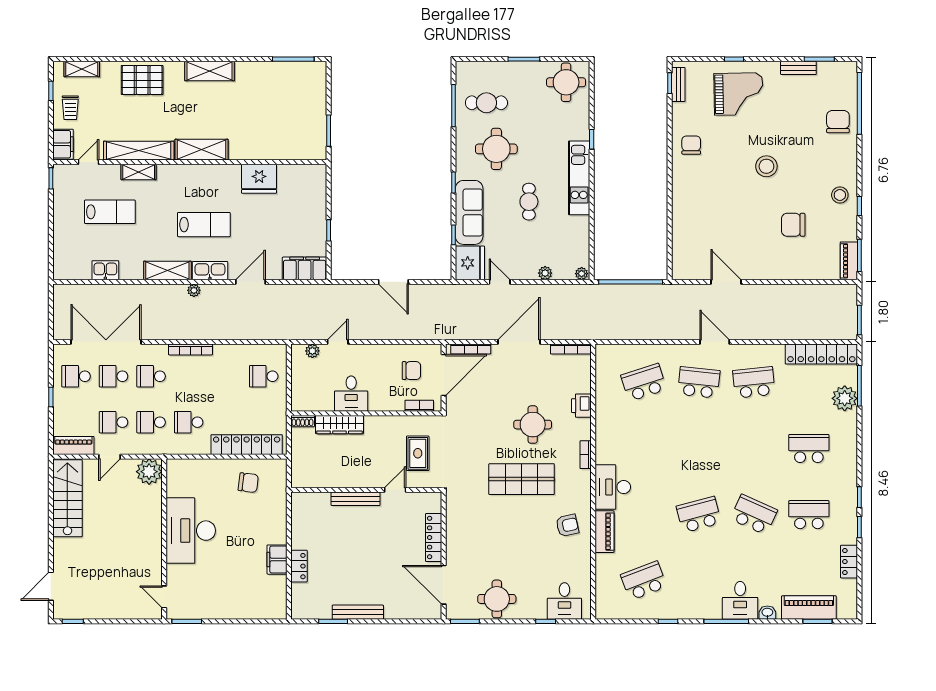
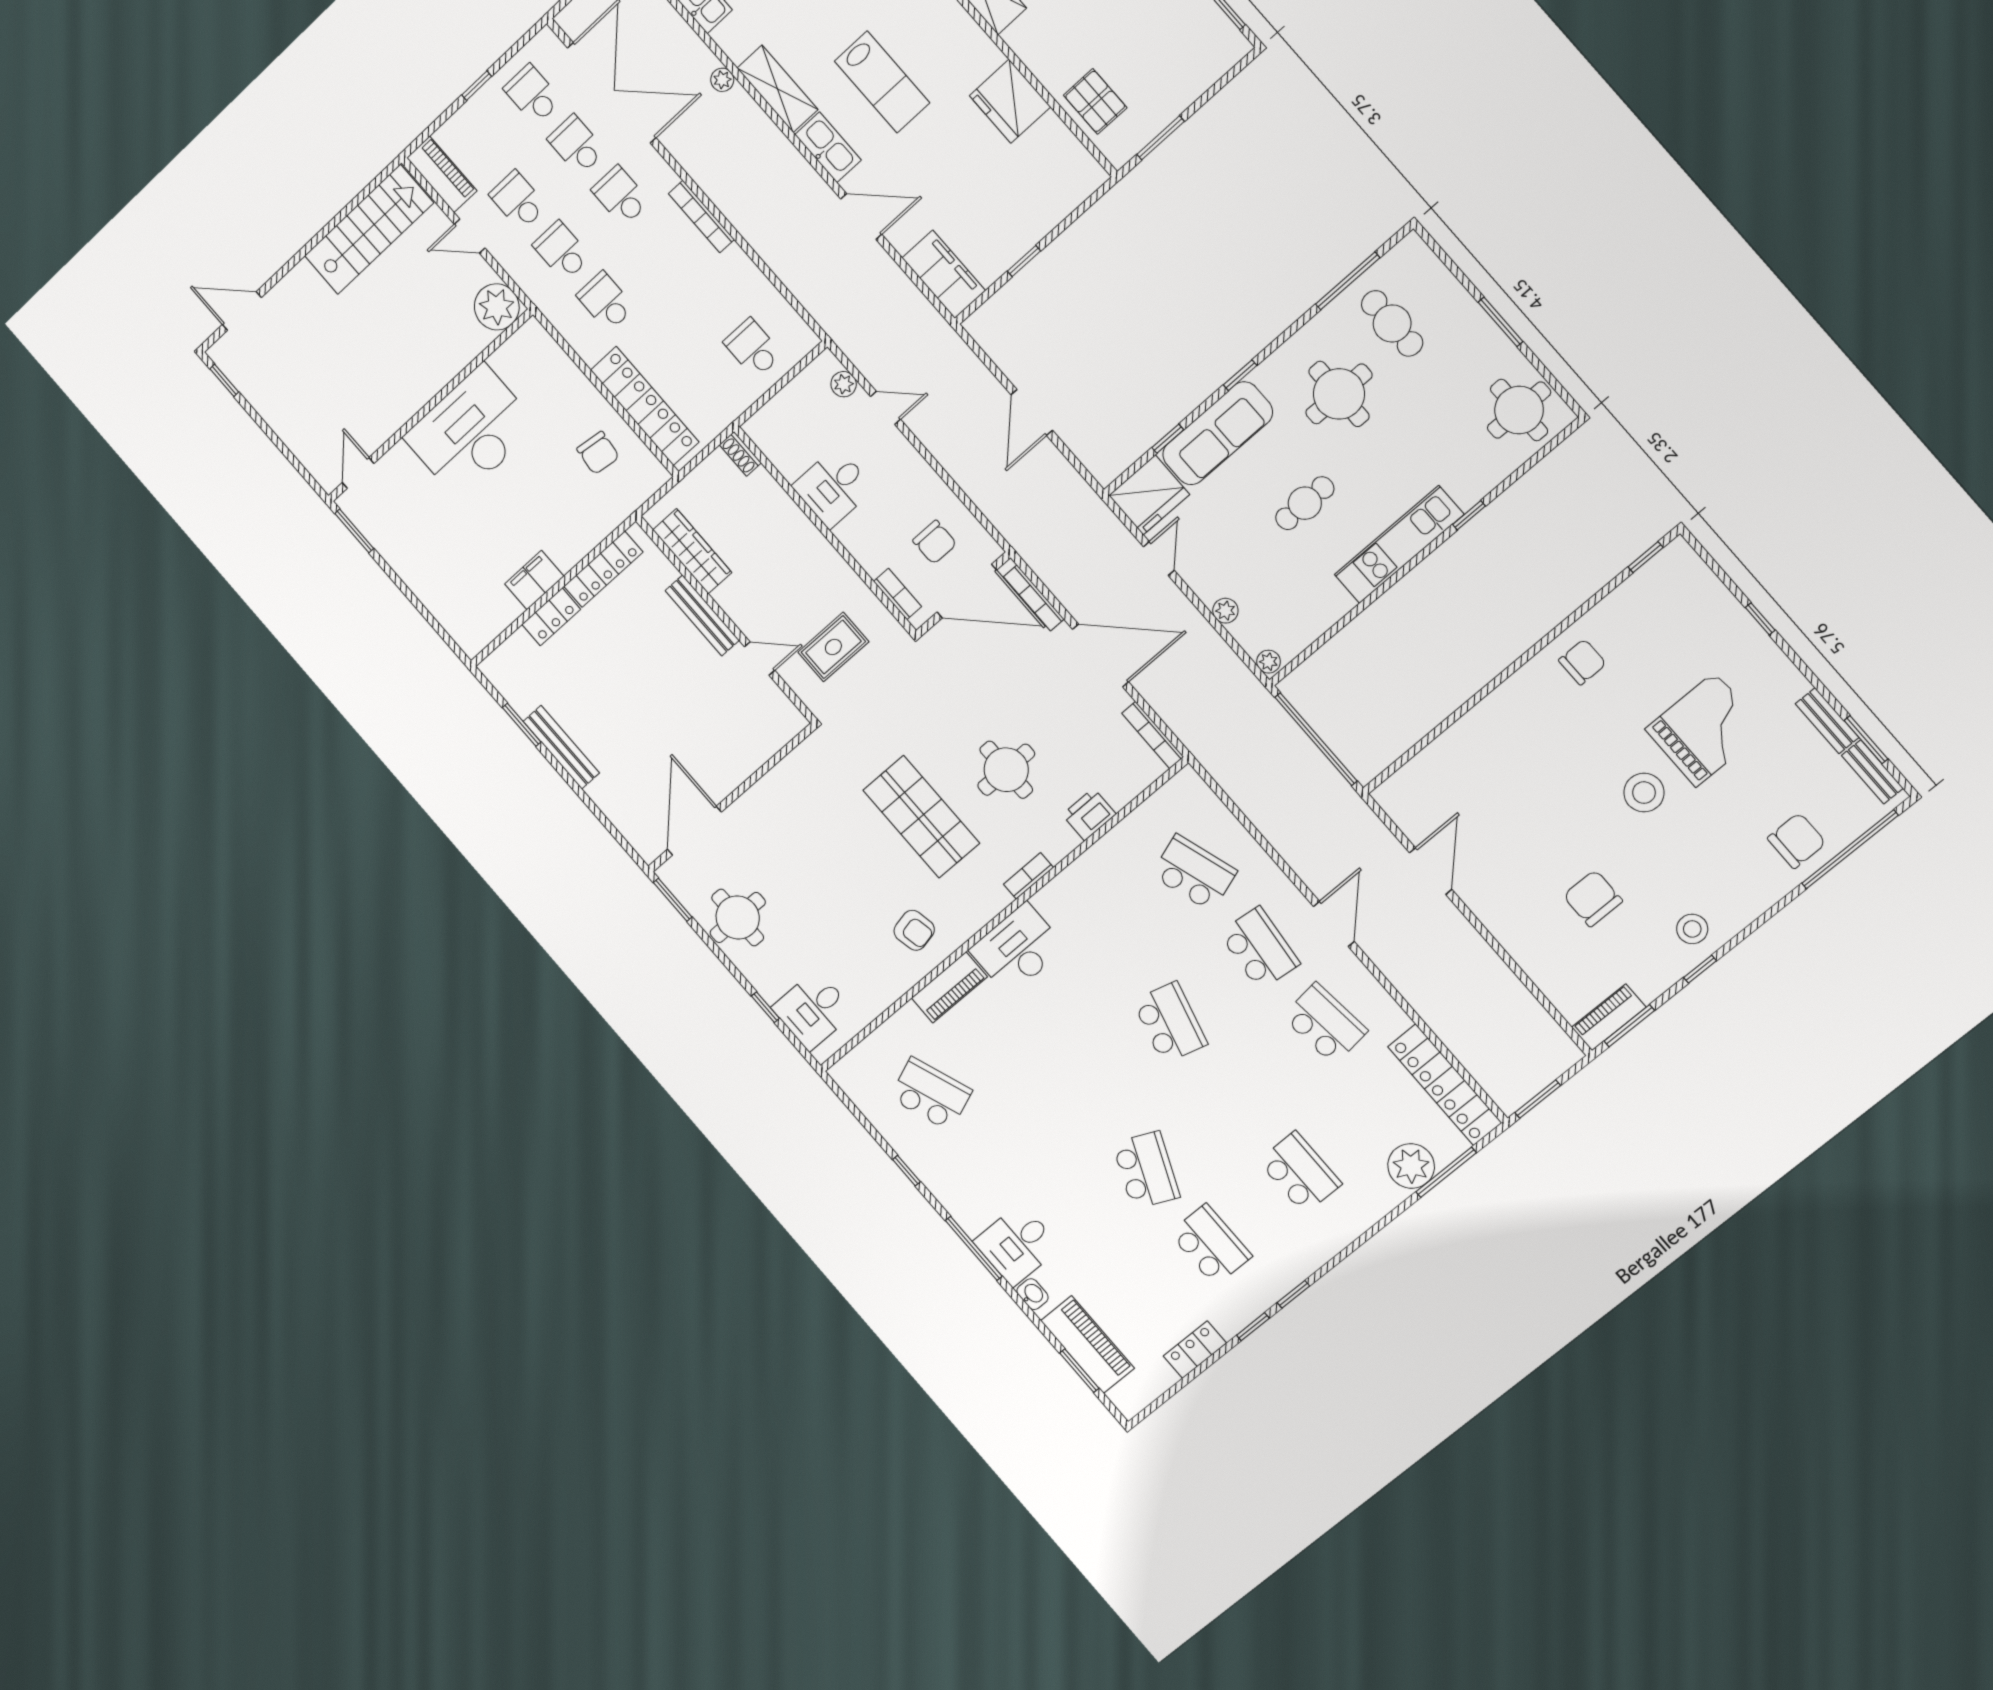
bench: (678, 85) -> (1872, 772), moved, turned 90
grand piano: (739, 94) -> (1705, 729), moved, turned -89
pallet: (290, 144) -> (1095, 101), added
plant: (194, 290) -> (722, 80), moved
wardrobe: (339, 425) -> (692, 551), moved, turned 180
school desk: (699, 515) -> (1170, 1023), moved, turned 30
locker: (434, 538) -> (603, 569), moved, turned 180

